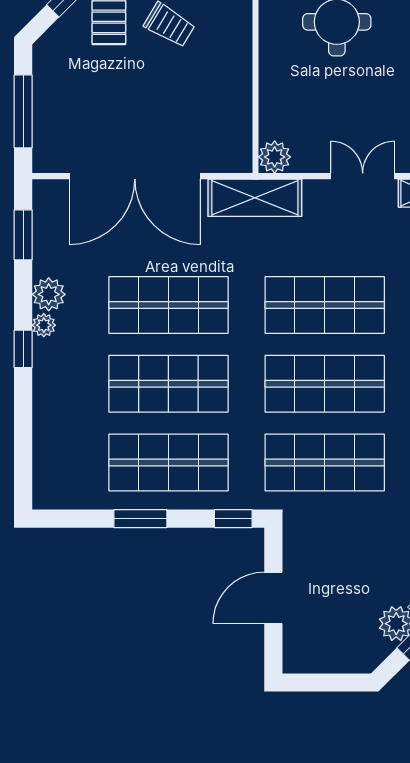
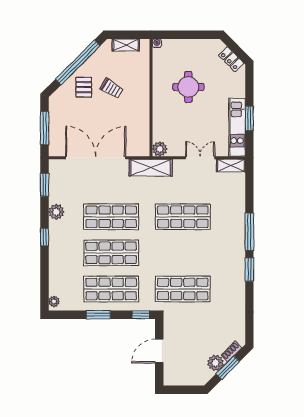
double door: (135, 176) -> (96, 158), swing flipped
plant: (44, 325) -> (54, 301), moved
shop shelf: (325, 384) -> (183, 253), removed

